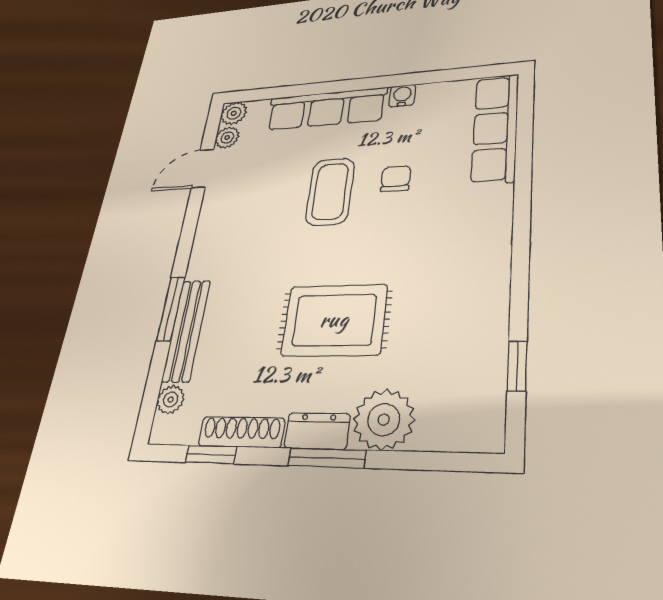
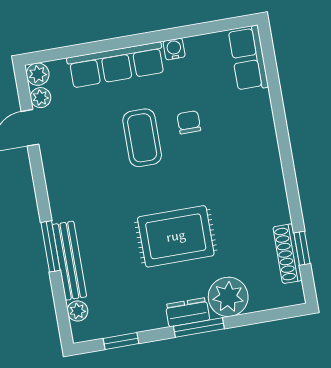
row of seats: (495, 128) -> (248, 59), width x0.68
shoe rack: (241, 432) -> (287, 254), moved, turned -90

